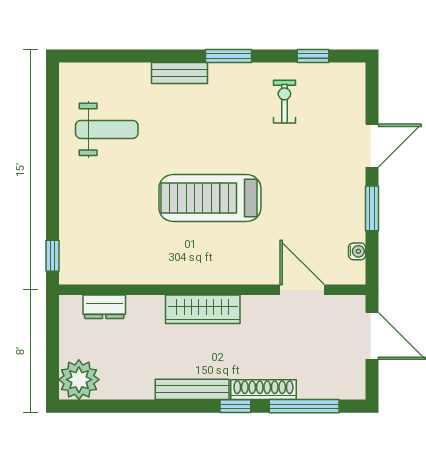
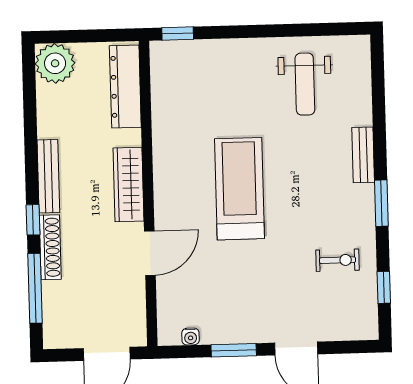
door: (302, 290) -> (150, 253), moved
dresser: (104, 307) -> (125, 86), width x1.96, depth x1.24

